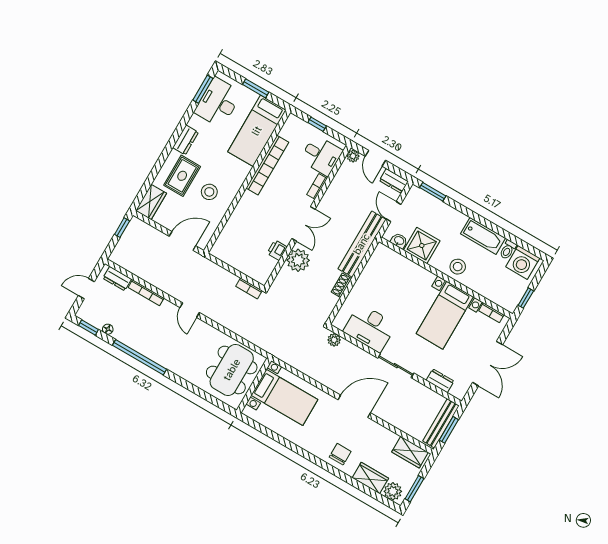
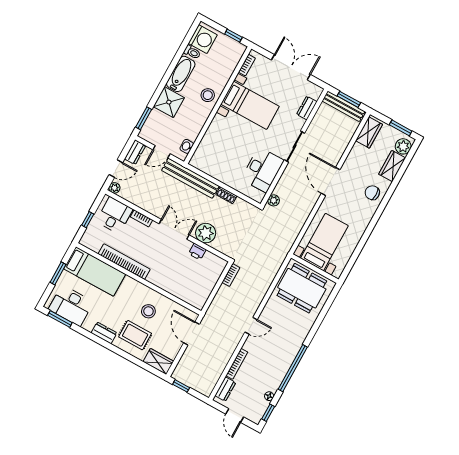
shower: (422, 246) -> (169, 102), moved

